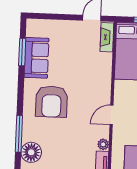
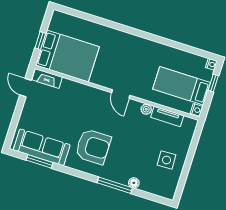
sofa: (36, 58) -> (42, 147), width x1.36
floor lamp: (31, 152) -> (134, 183), width x0.53, depth x0.53

